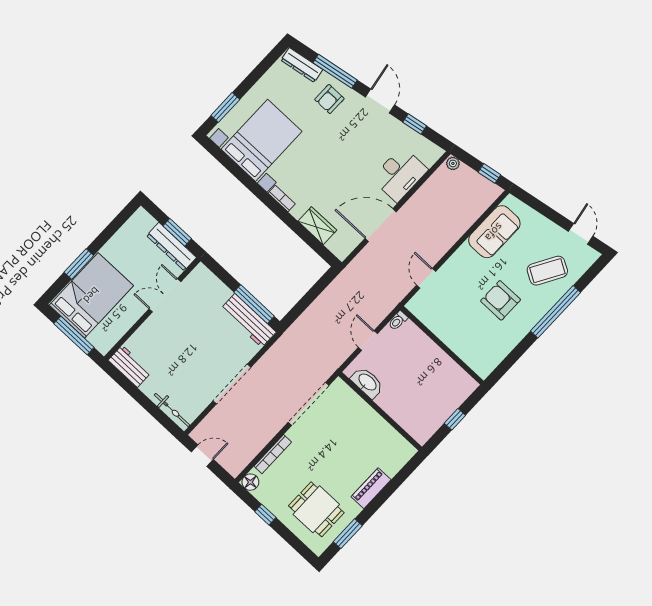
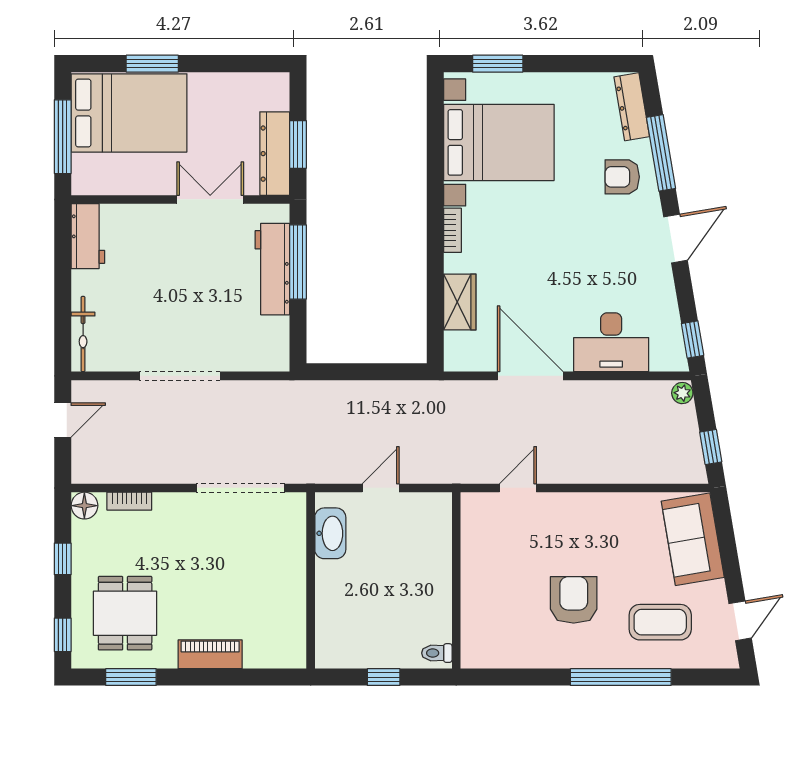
window: (415, 124) -> (693, 339), moved
sofa: (494, 232) -> (693, 539), moved, turned 80
coffee table: (547, 271) -> (660, 622), turned -30
window: (254, 304) -> (298, 262), moved
workbench: (248, 320) -> (272, 269), moved
toilet: (398, 321) -> (437, 653), moved
bookcase: (273, 454) -> (129, 501), width x0.64
door: (202, 456) -> (63, 420), hinge flipped
window: (300, 547) -> (63, 635), added

